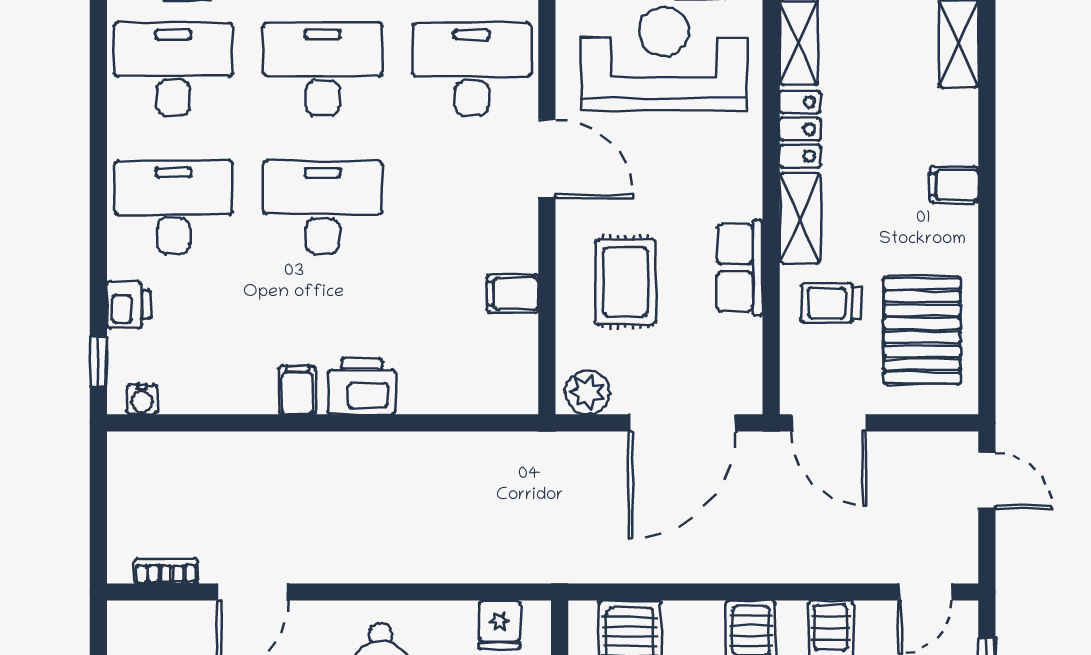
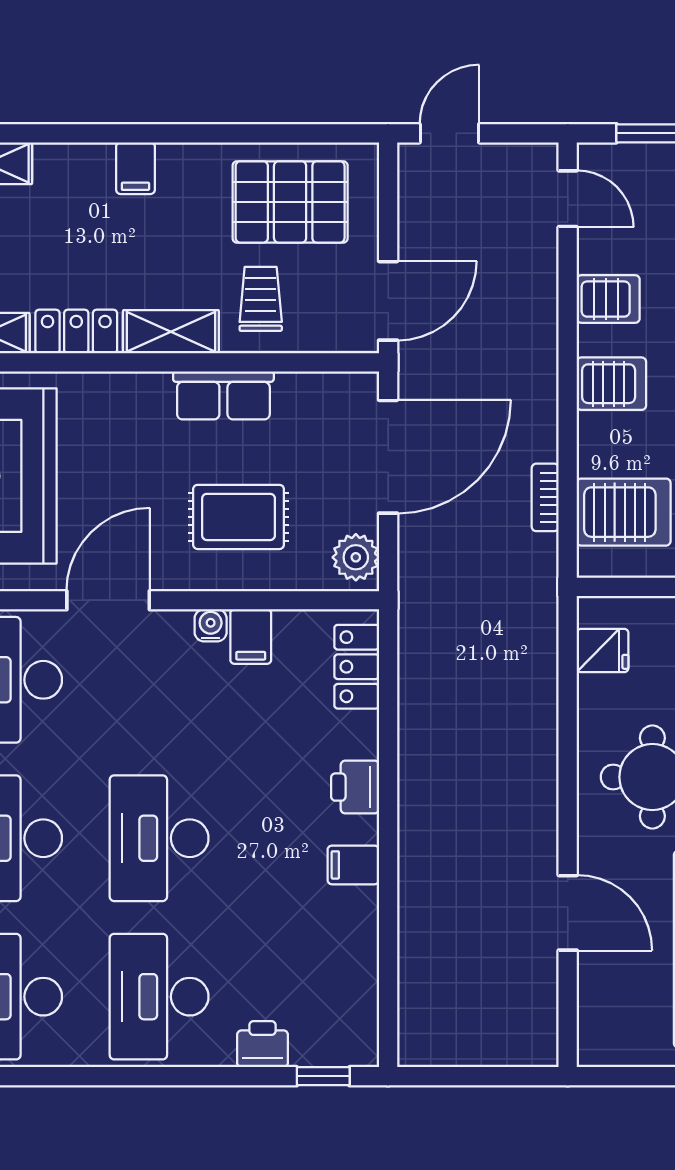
trolley: (831, 303) -> (261, 299), turned 180
printer: (362, 386) -> (355, 787), width x0.73, depth x0.81
locker: (484, 393) -> (357, 667), added
water cooler: (142, 399) -> (211, 625), moved, turned -90
door: (682, 423) -> (388, 457), hinge flipped
bookcase: (166, 571) -> (545, 497), moved

